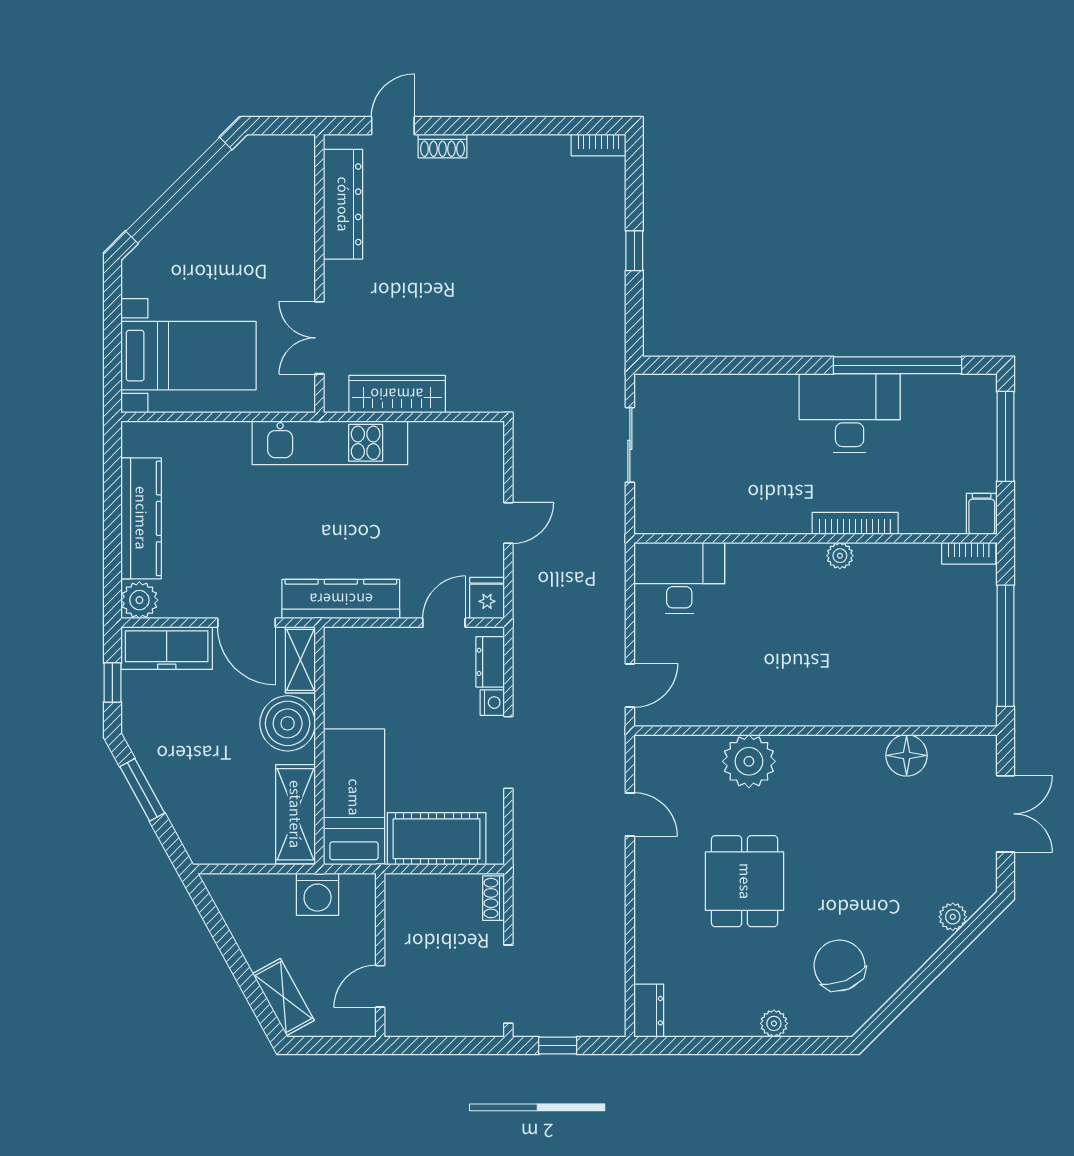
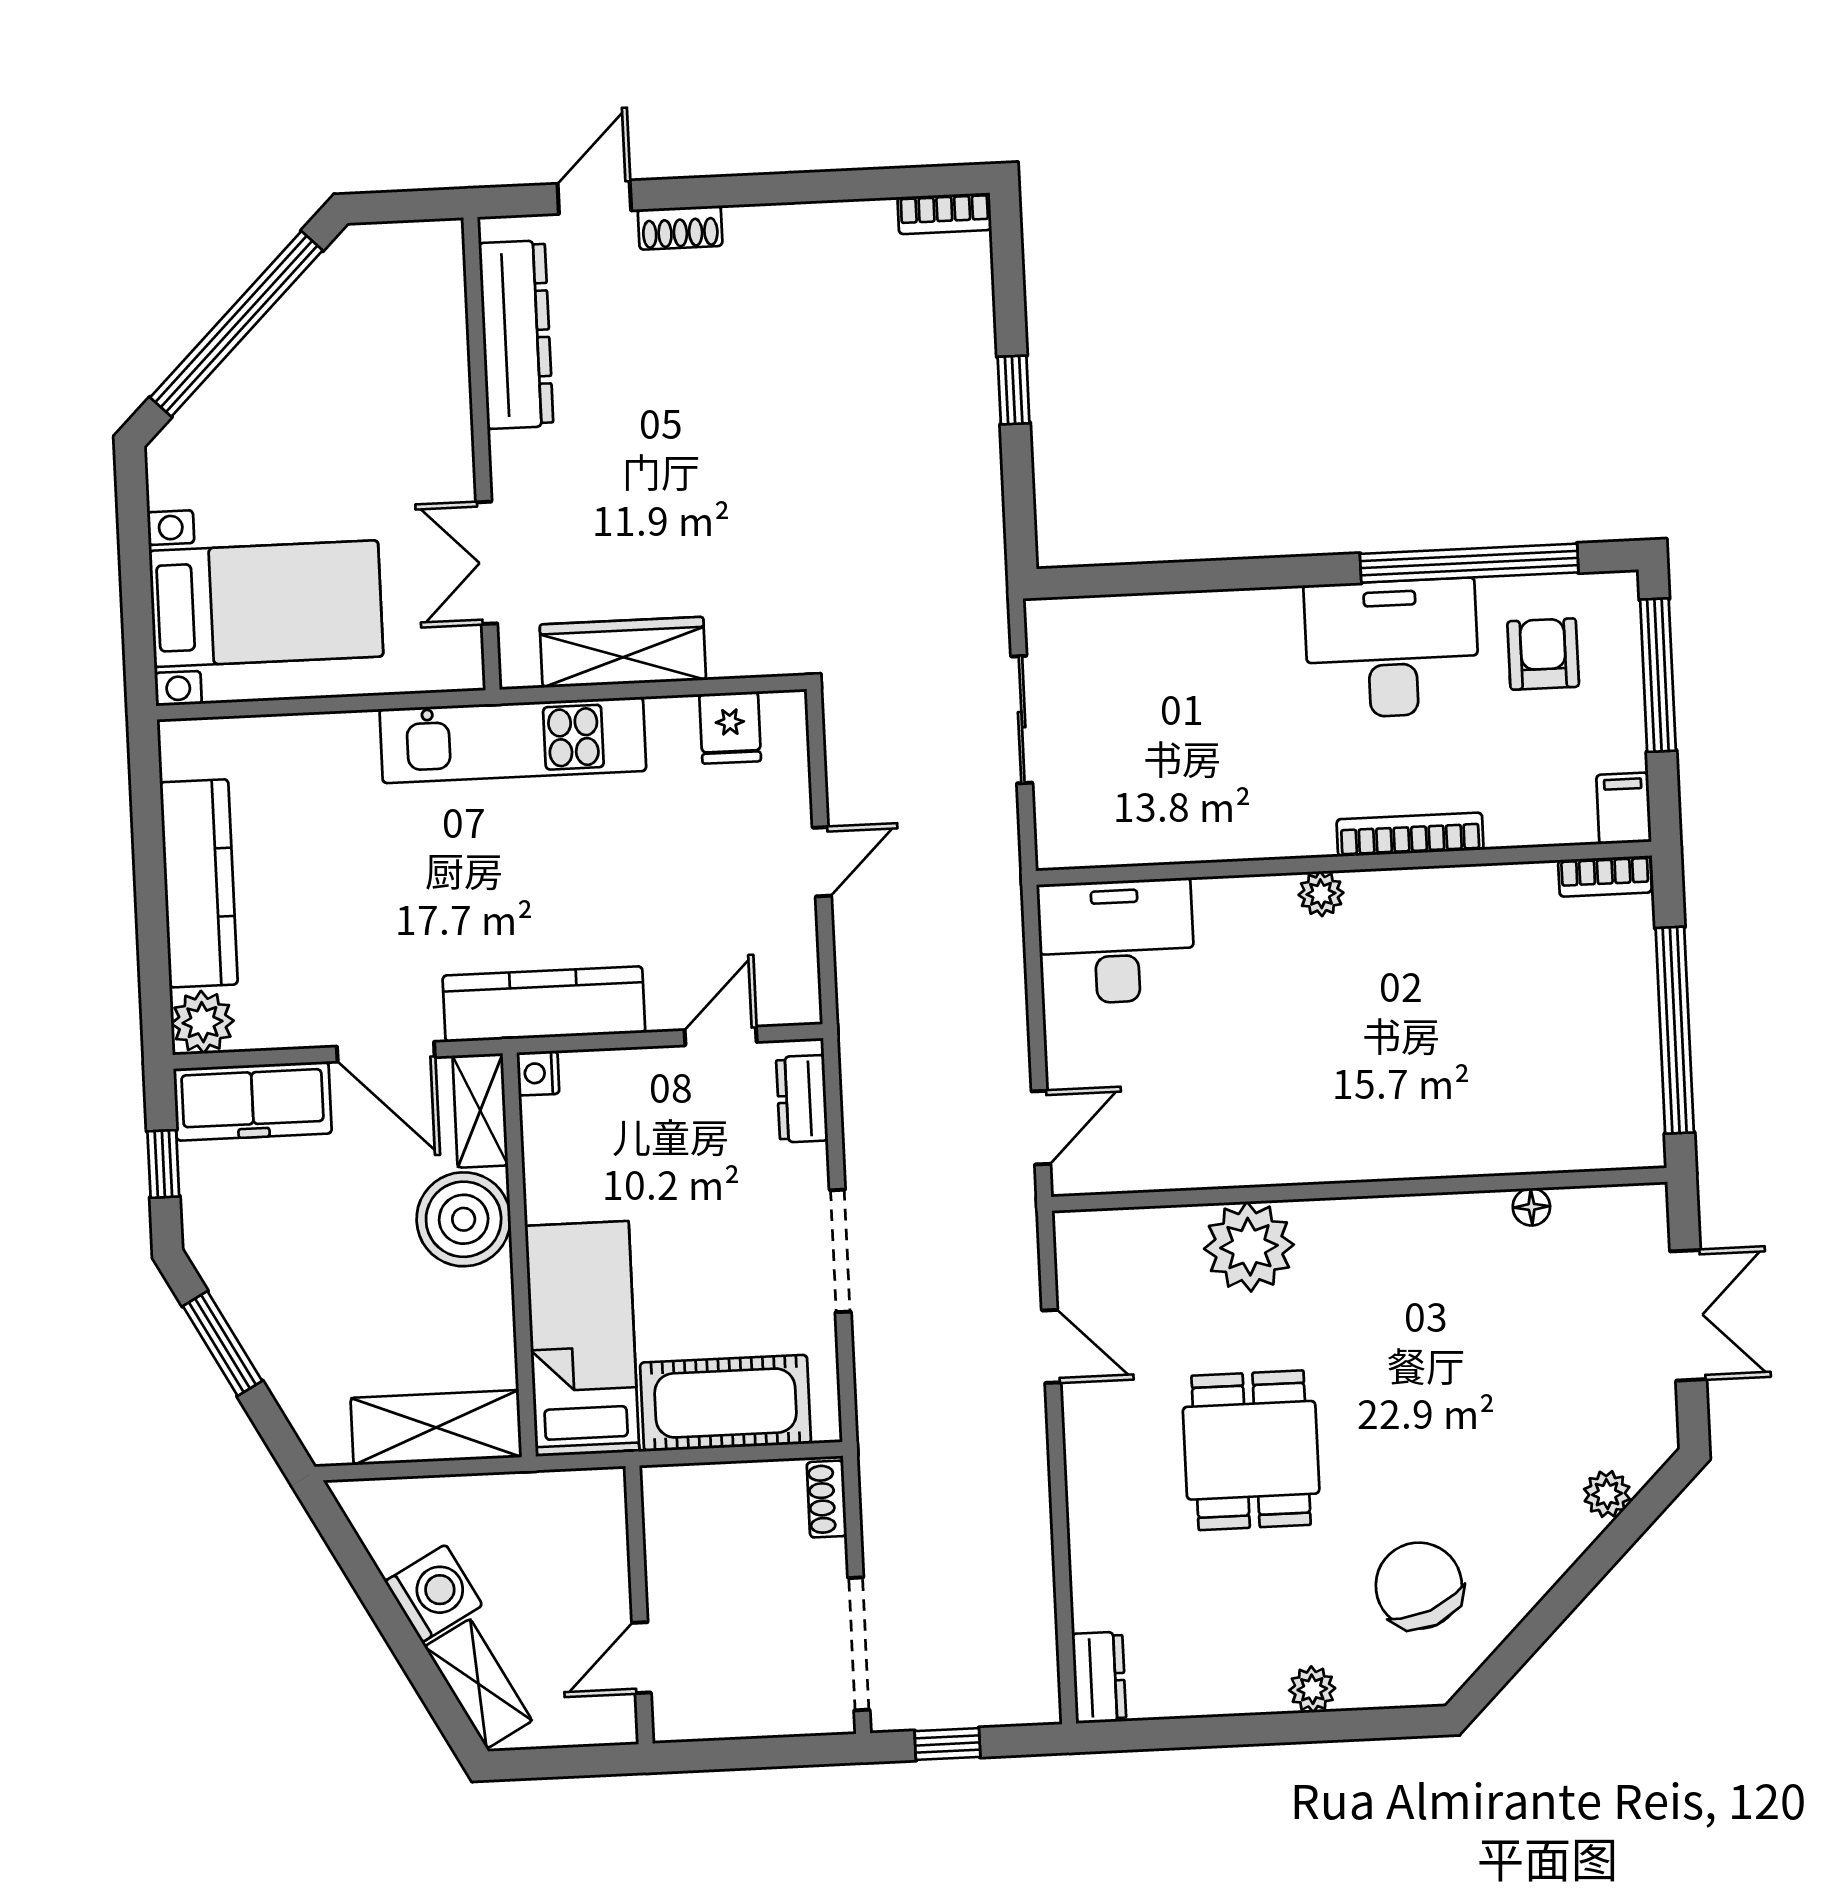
armchair: (938, 421) -> (1543, 654), added
plant: (840, 556) -> (1321, 894), moved
fridge: (487, 598) -> (730, 728), moved, turned 180
nightstand: (492, 703) -> (538, 1073), moved, turned 180
floor lamp: (907, 755) -> (1531, 1207), width x0.53, depth x0.53
shelving: (295, 814) -> (436, 1428), moved, turned 90
washing machine: (318, 894) -> (434, 1593), moved, turned -119

